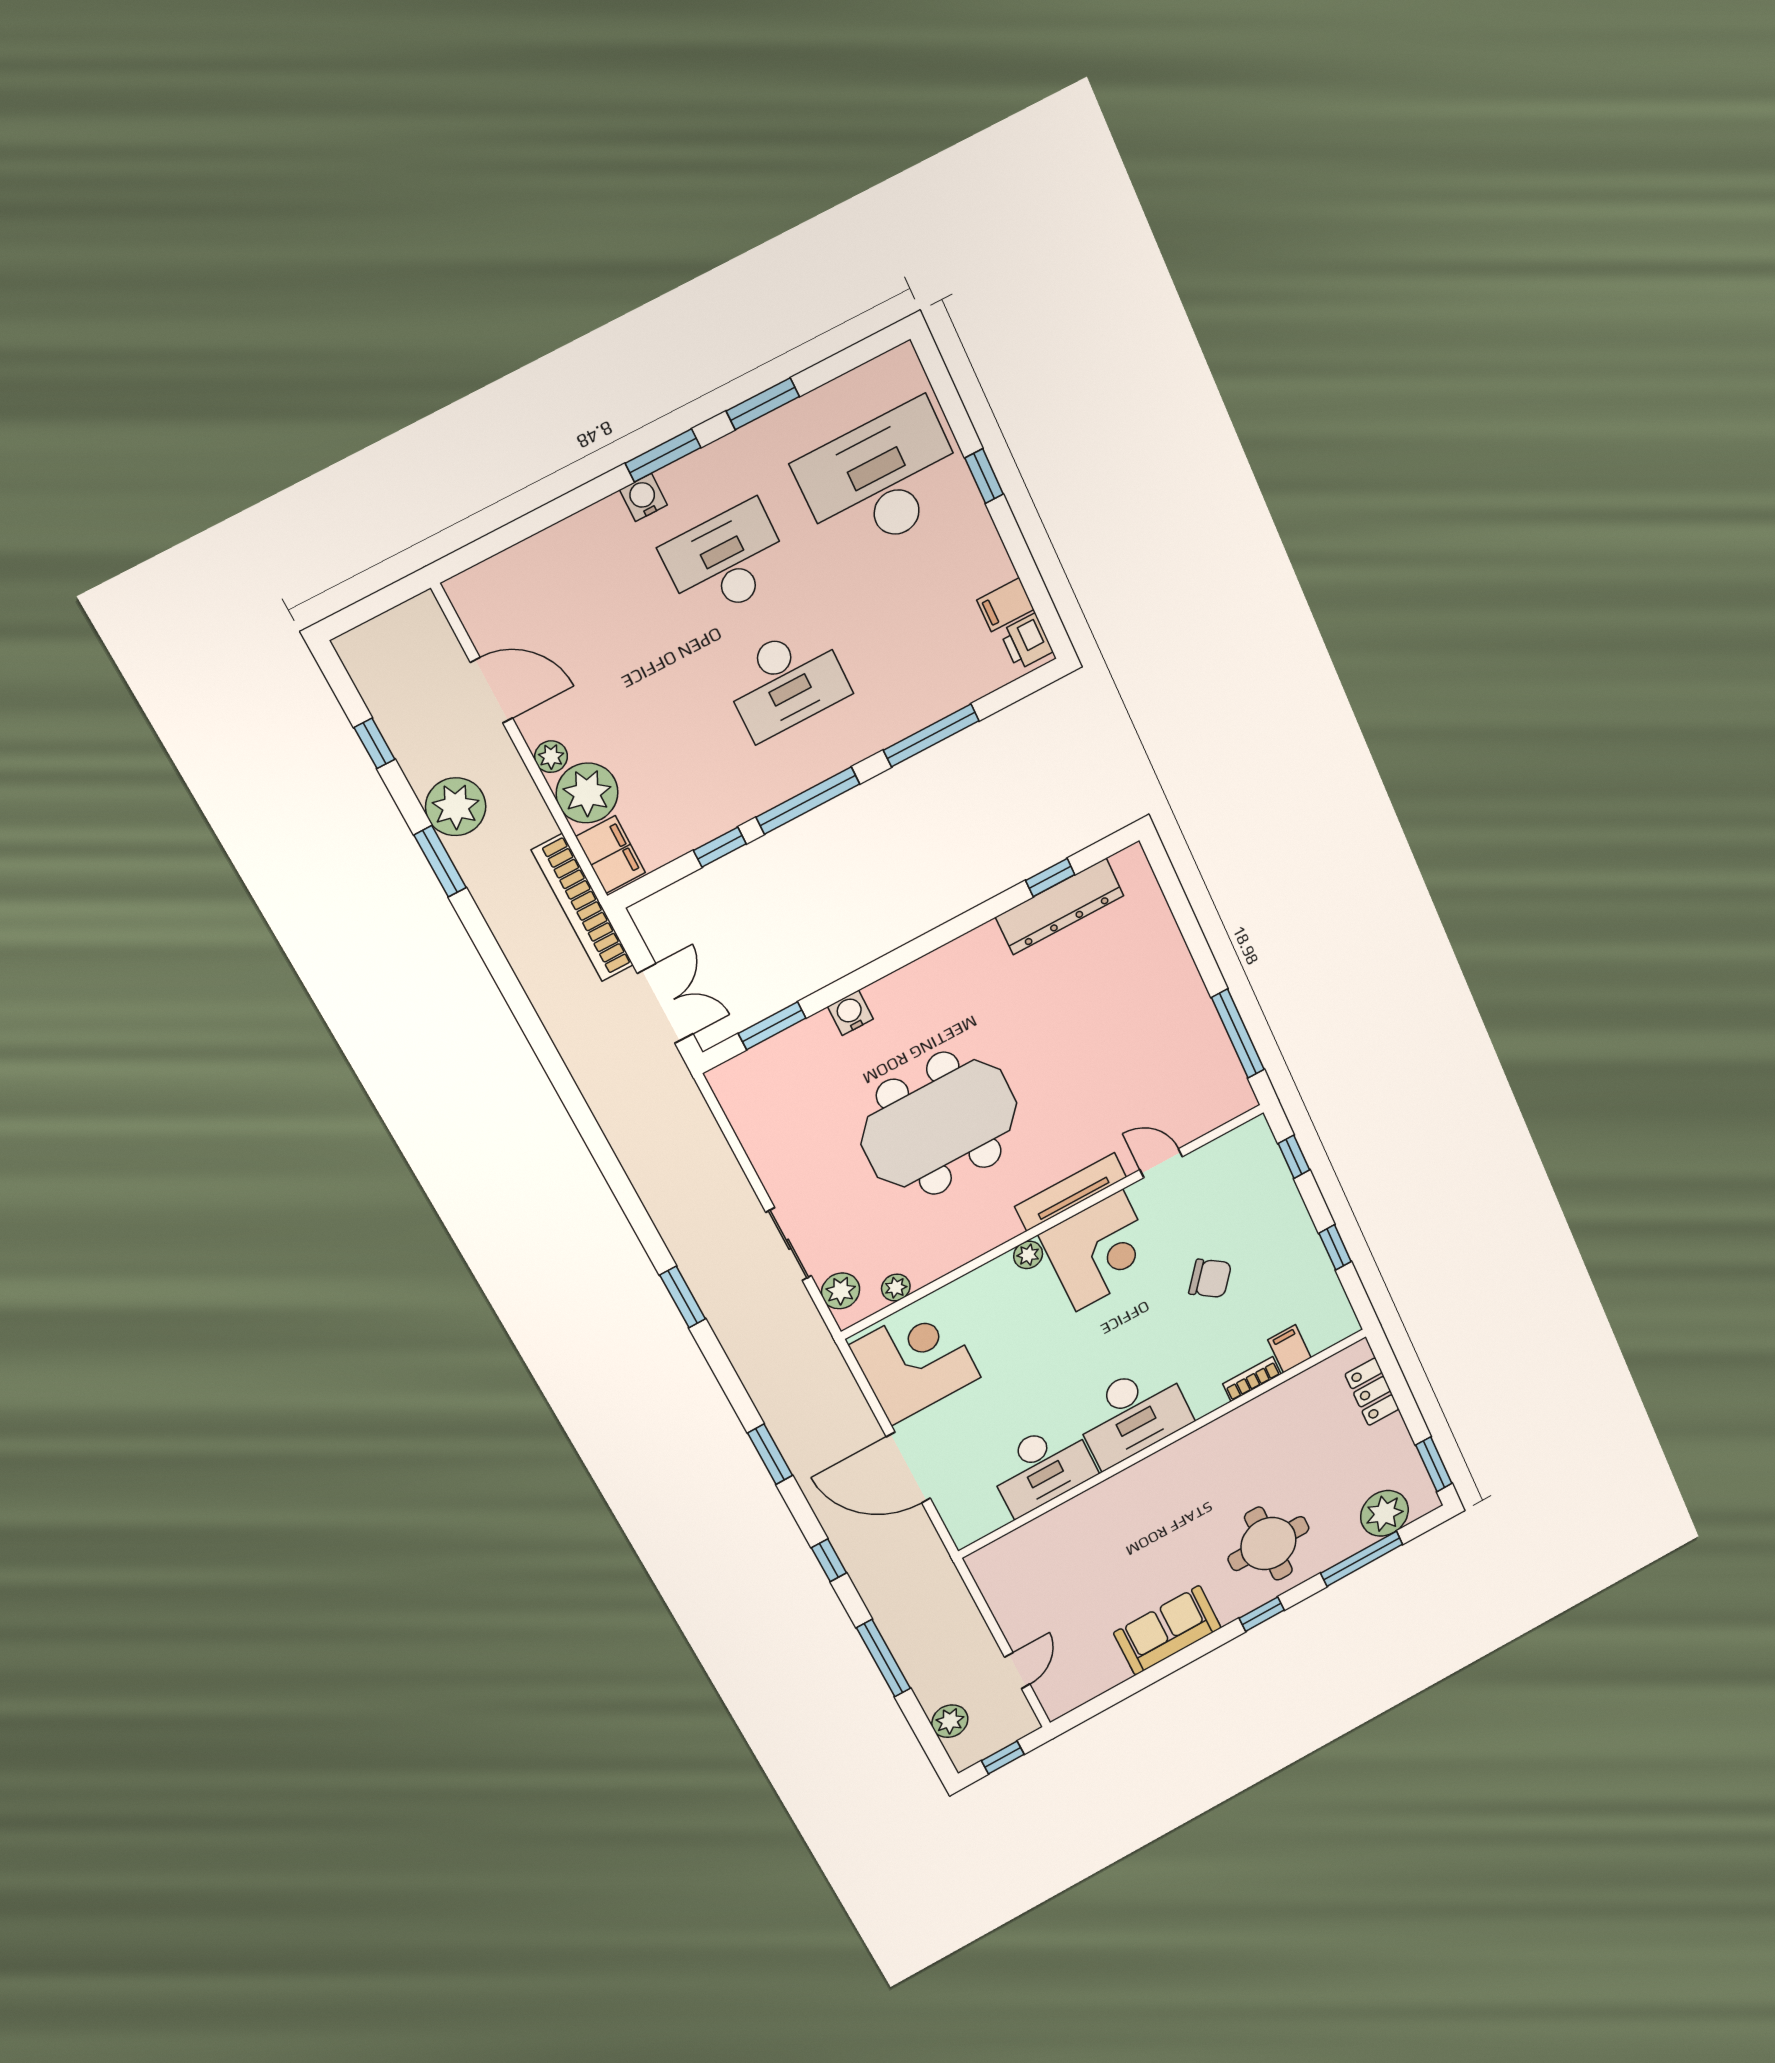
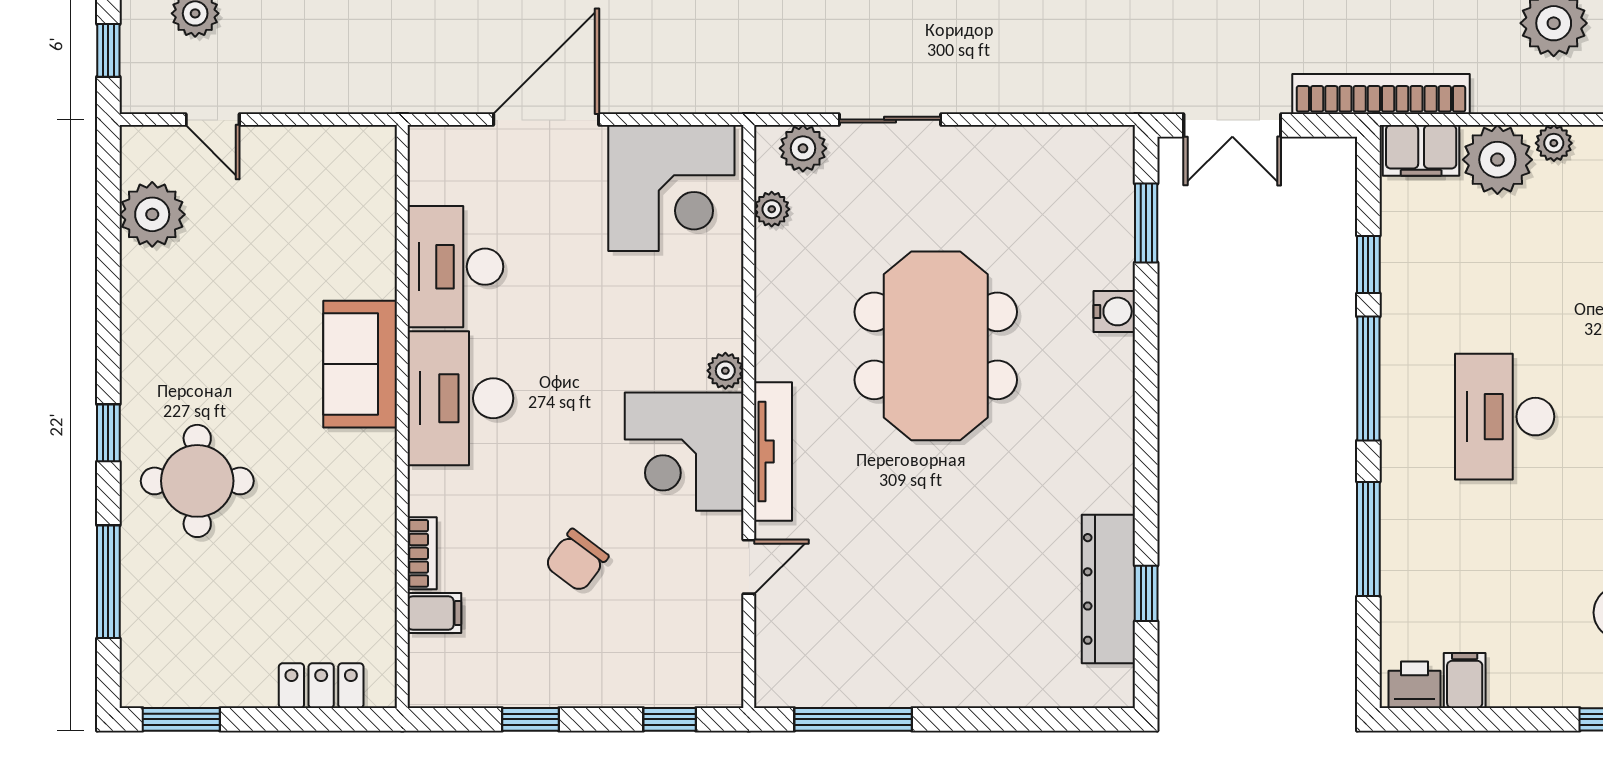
plant: (1384, 1513) -> (152, 214), moved
sofa: (1167, 1630) -> (360, 364), moved, turned 180

